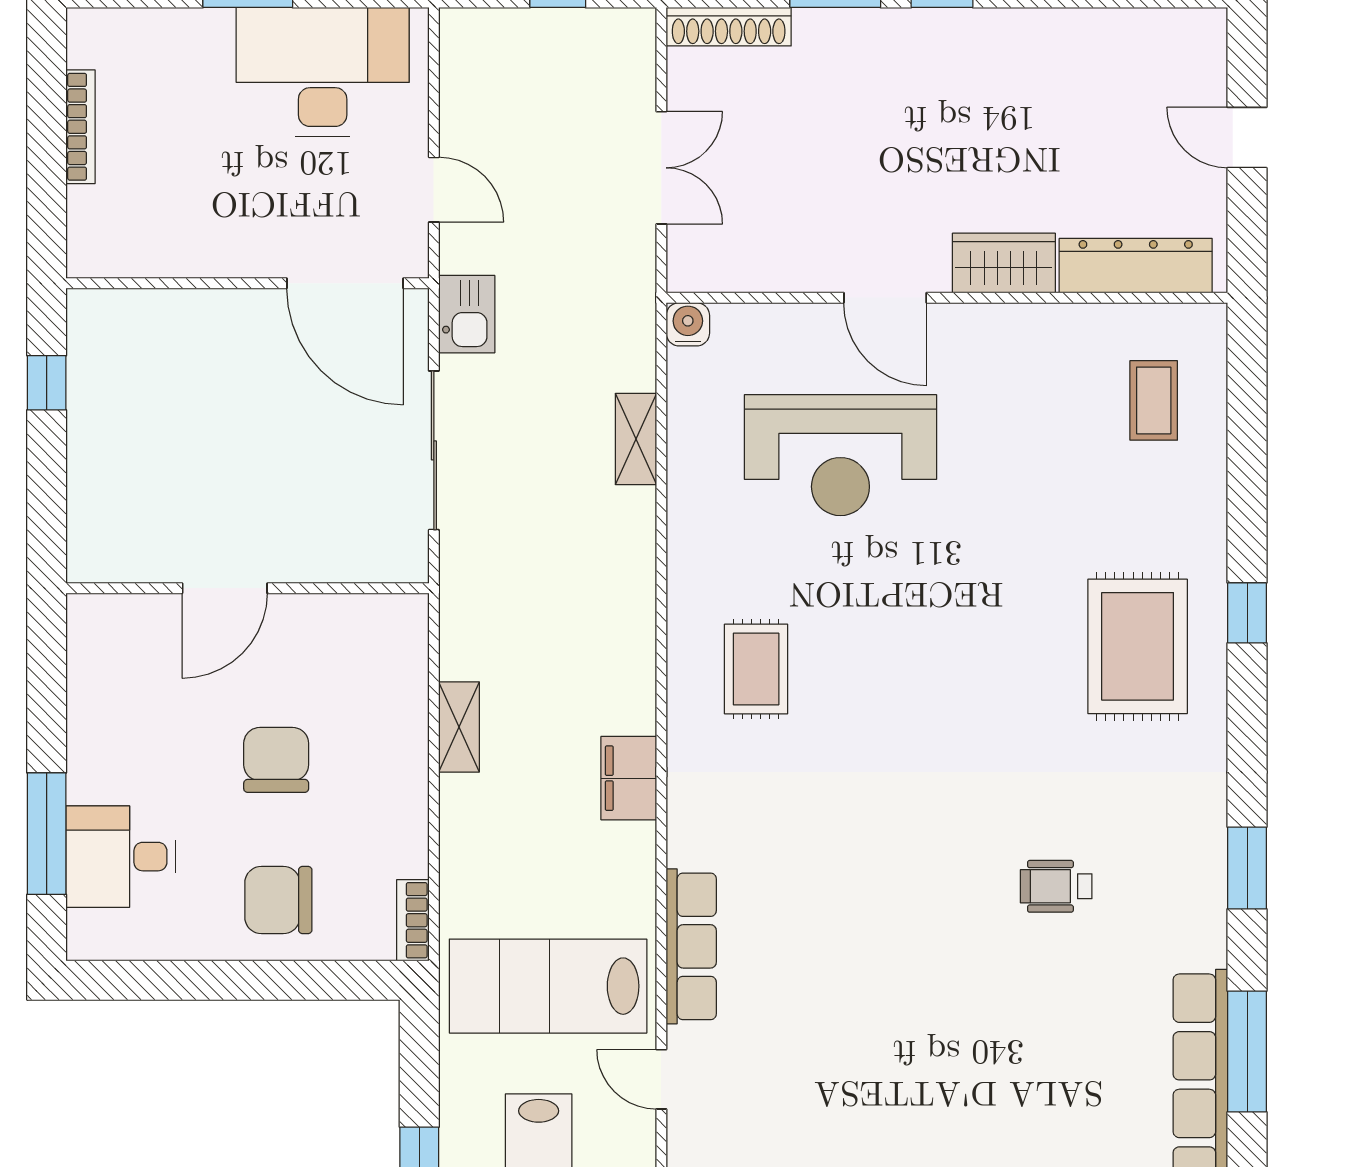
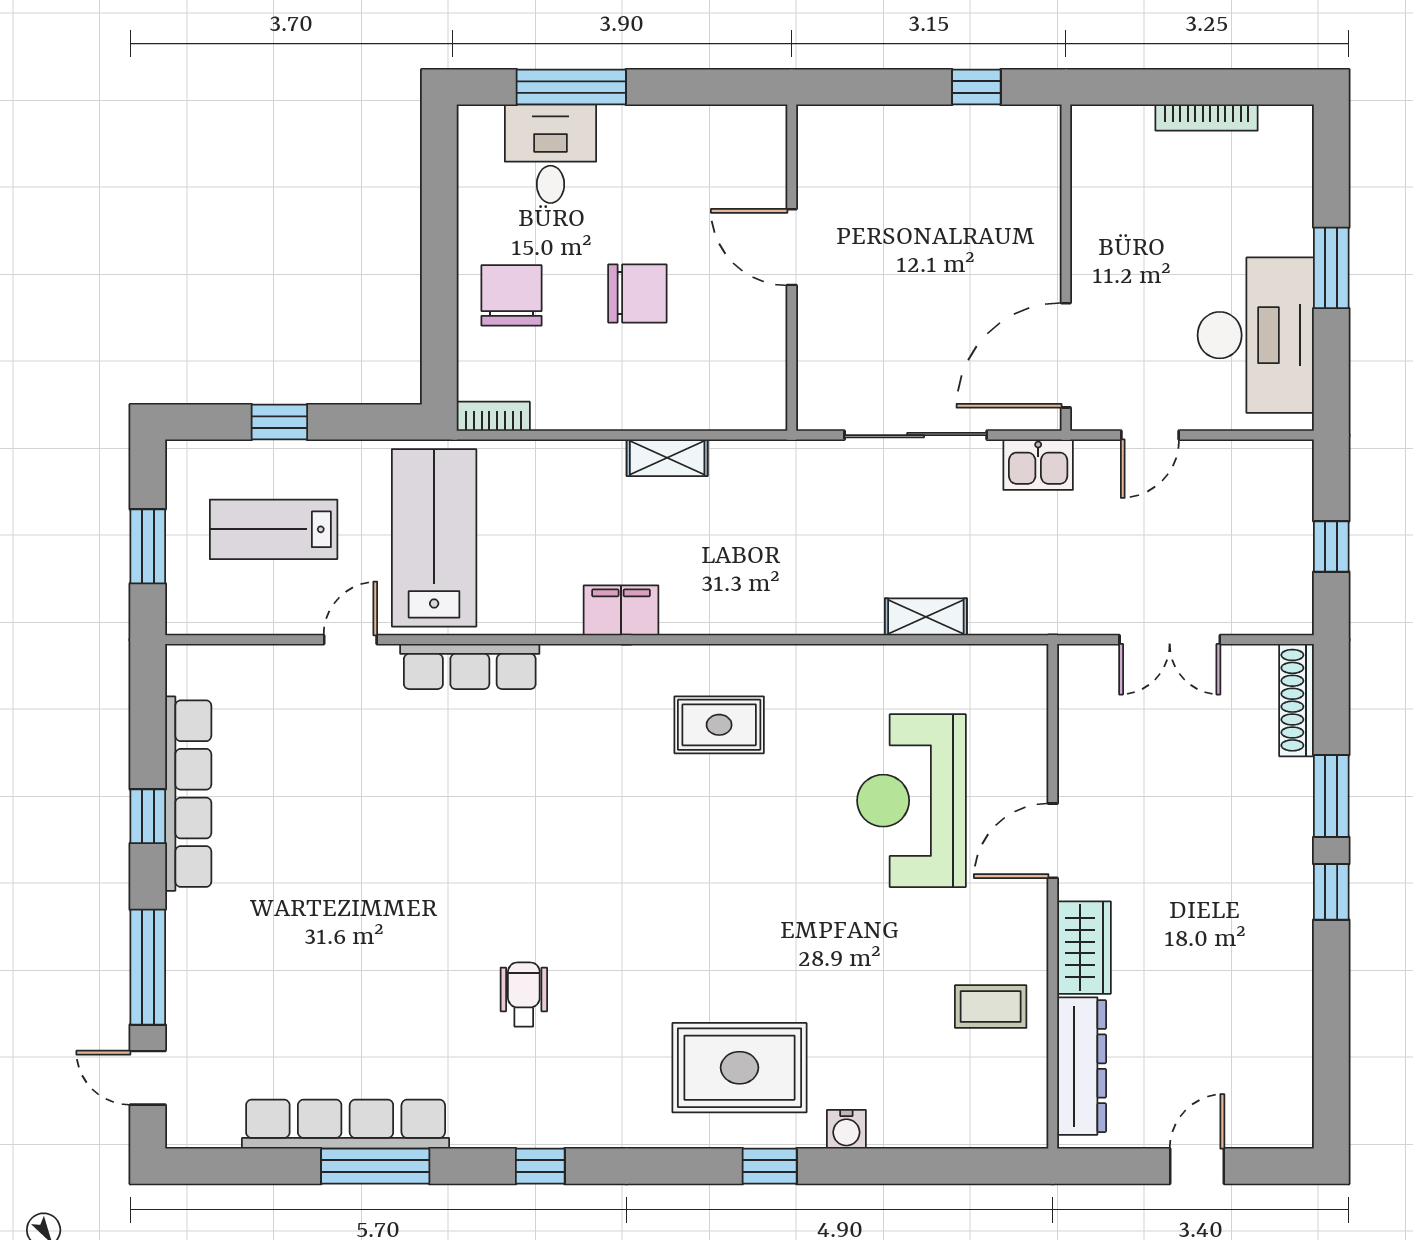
water cooler: (688, 324) -> (846, 1129), moved, turned 90
coffee table: (1154, 400) -> (991, 1007), moved
window: (1247, 868) -> (540, 1166), width x0.67

